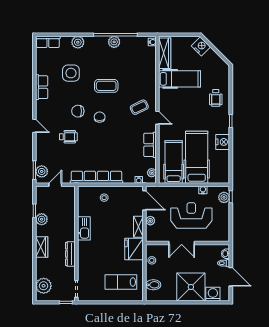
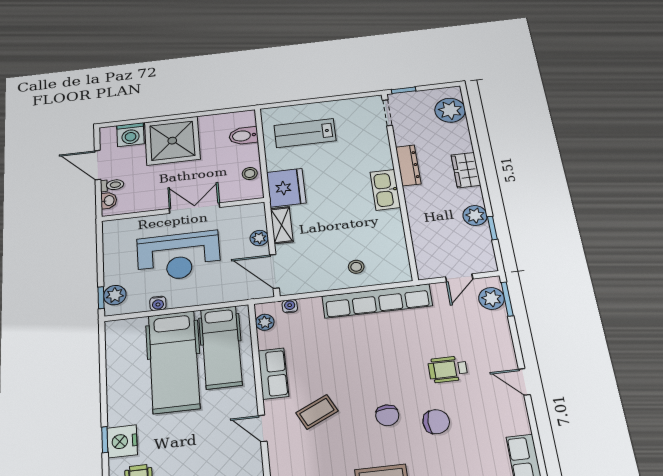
coffee table: (139, 107) -> (317, 412), moved
nightstand: (223, 142) -> (122, 441), moved
kitchen sink: (84, 228) -> (385, 190), moved
lab bench: (121, 282) -> (305, 133), turned 180

